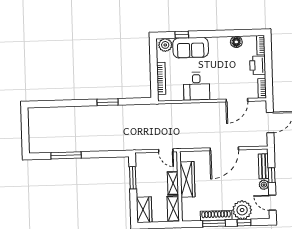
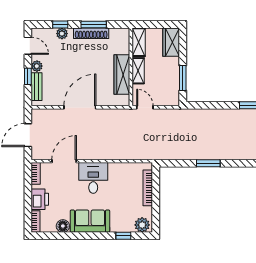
sofa: (191, 48) -> (90, 221), moved
desk: (196, 86) -> (93, 178), moved
plant: (242, 210) -> (62, 34), width x0.53, depth x0.53

